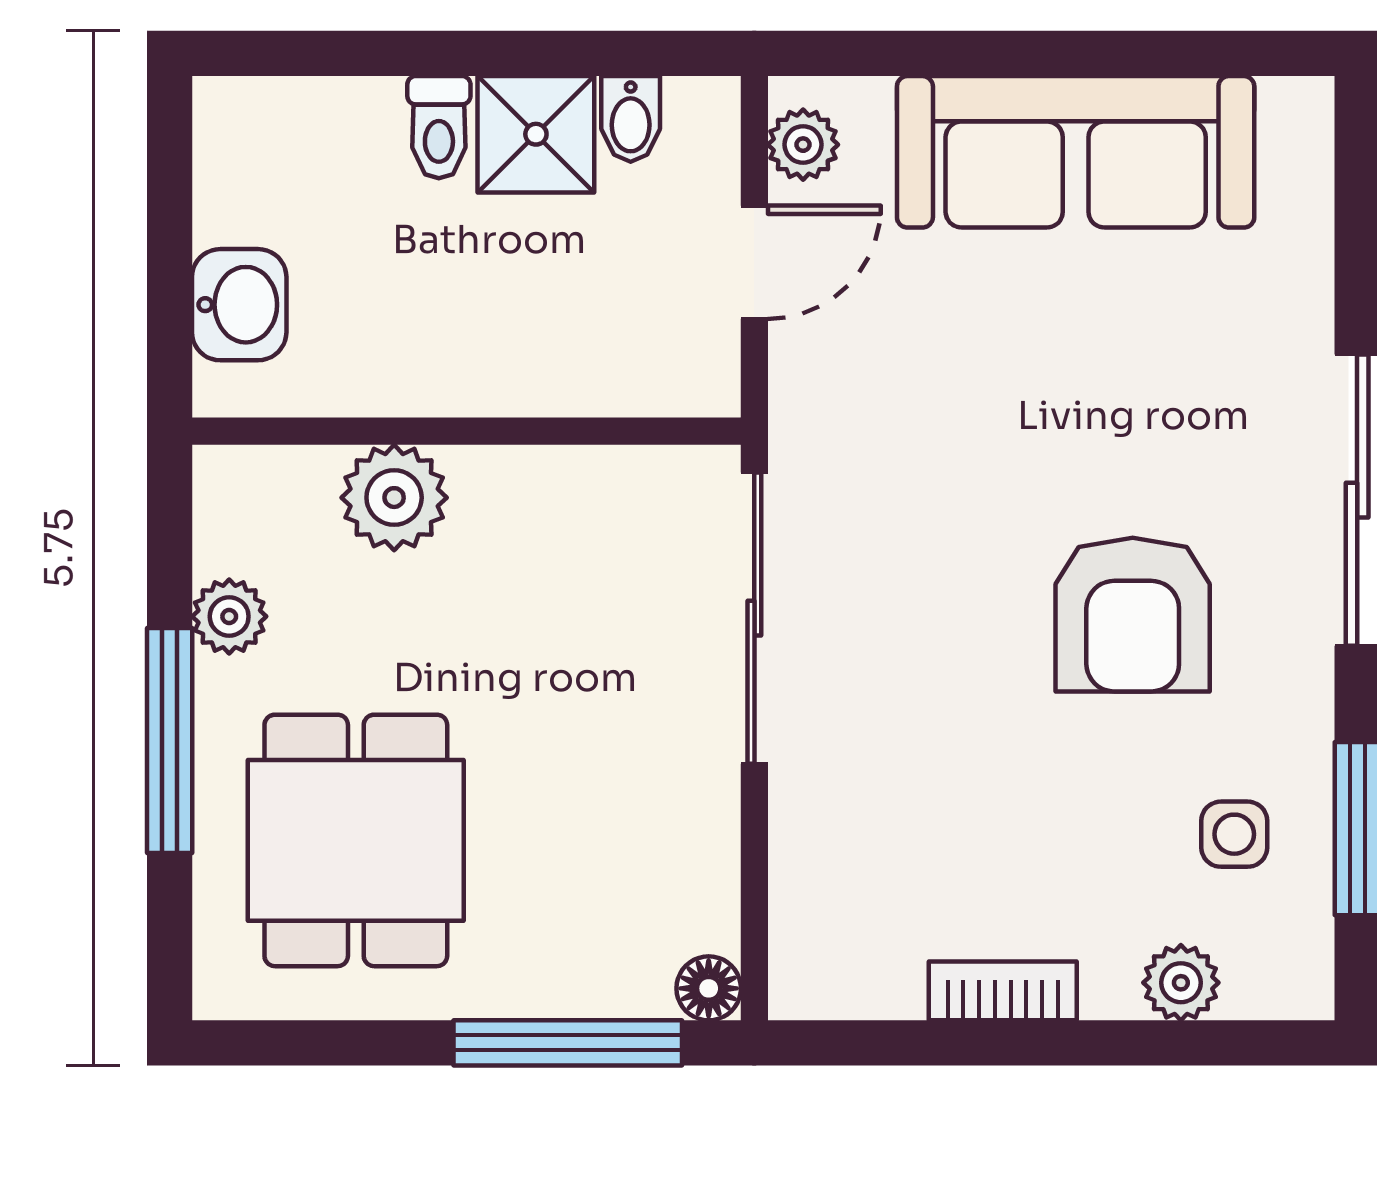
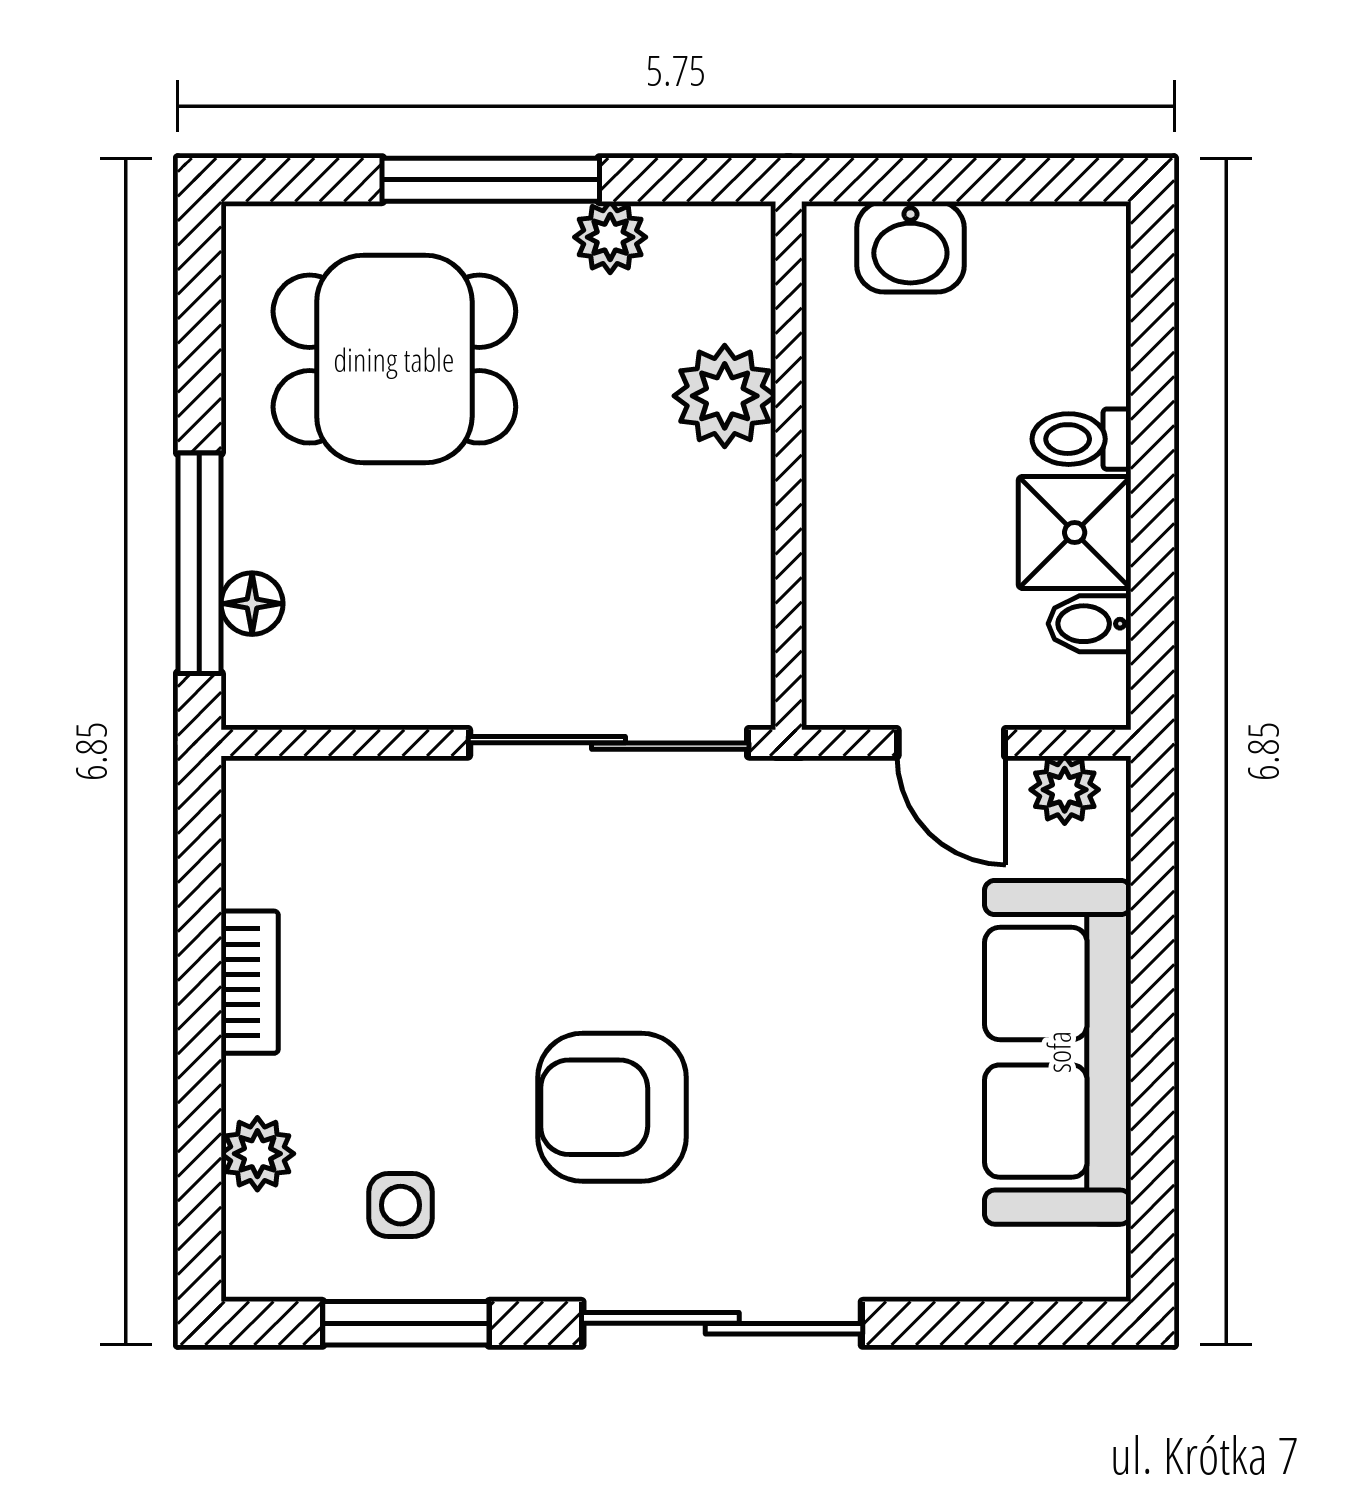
floor lamp: (709, 988) -> (252, 604), moved

